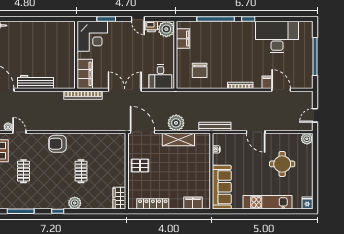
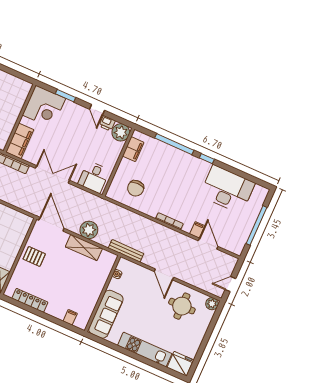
round table: (282, 164) -> (182, 306), moved
filing cabinet: (193, 203) -> (70, 317), width x0.50
fridge: (307, 203) -> (180, 364), width x1.88, depth x1.34

